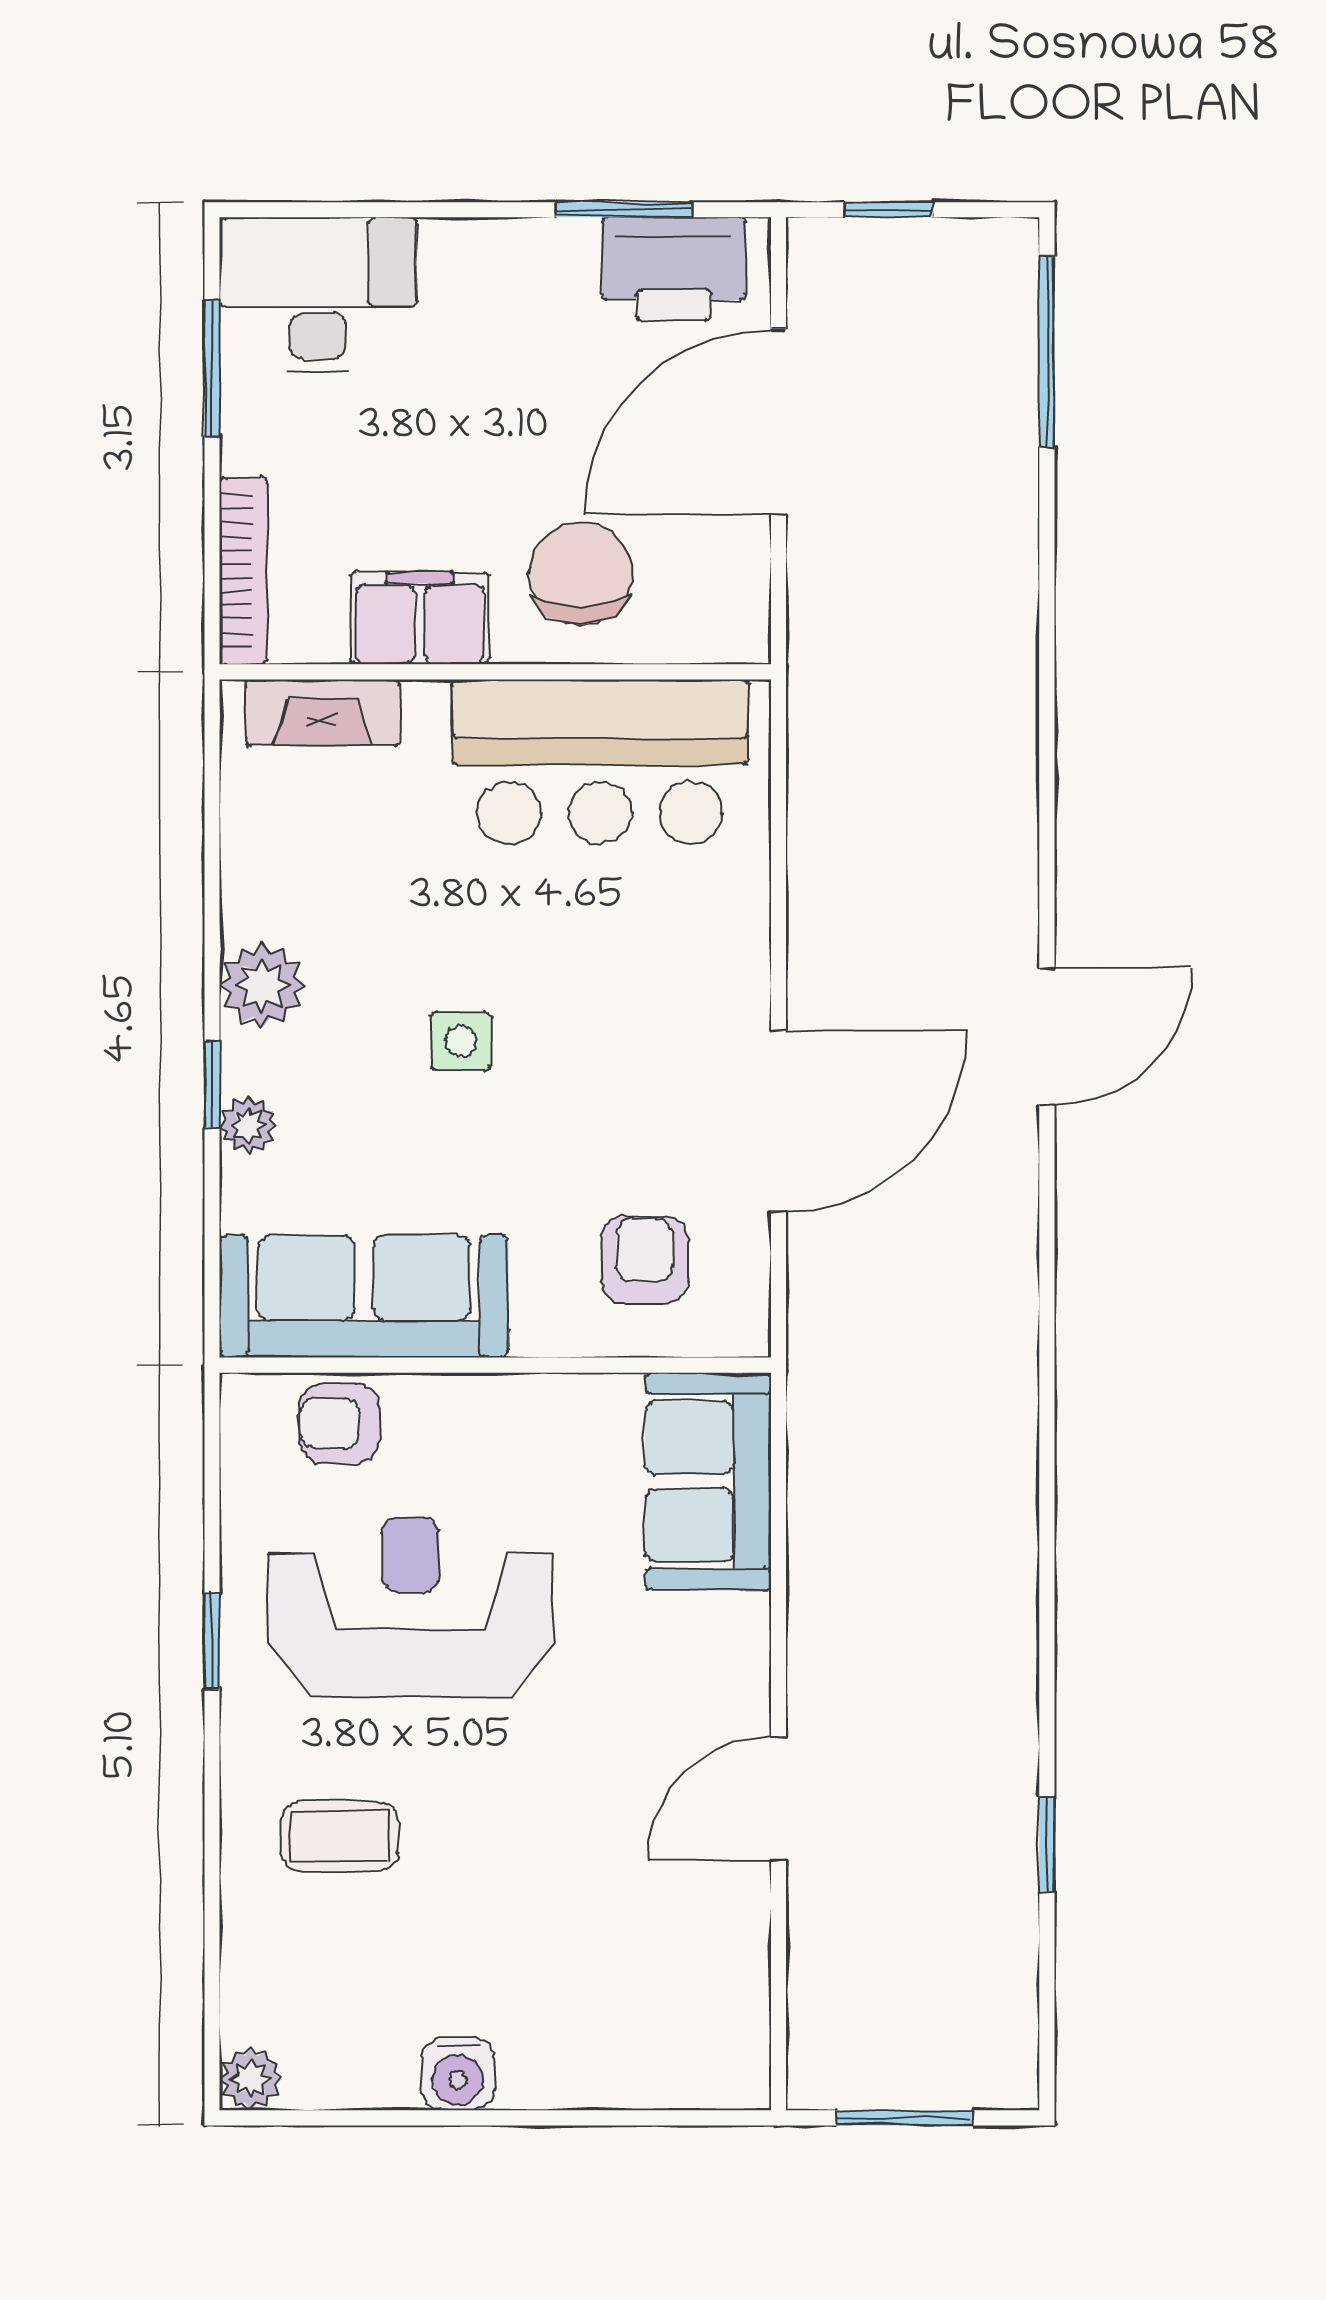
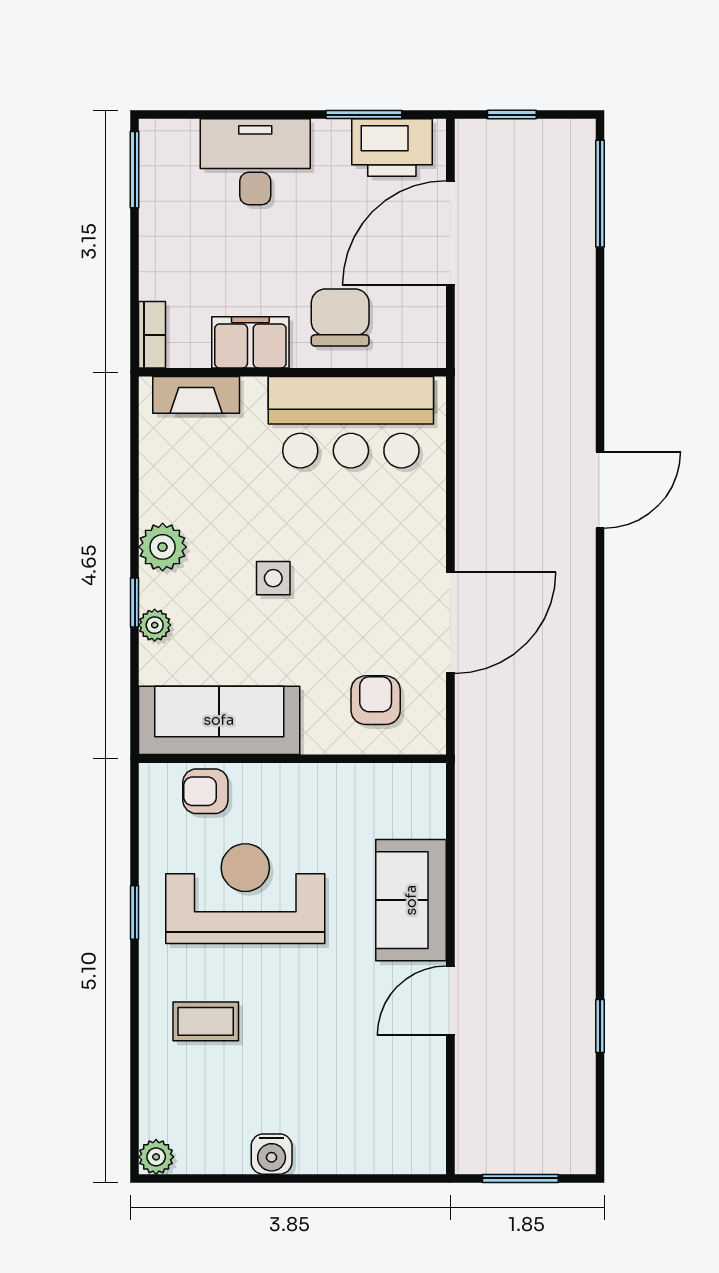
desk: (318, 294) -> (255, 162), moved
window: (212, 368) -> (135, 170), moved
bookcase: (243, 571) -> (152, 335), width x0.64
door: (1047, 1037) -> (600, 490), moved
sofa: (708, 1481) -> (411, 900), moved

